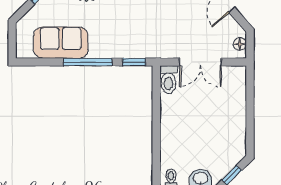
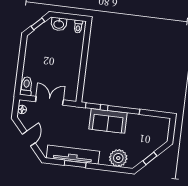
sofa: (61, 43) -> (108, 121), moved
toilet: (168, 80) -> (26, 86), moved

